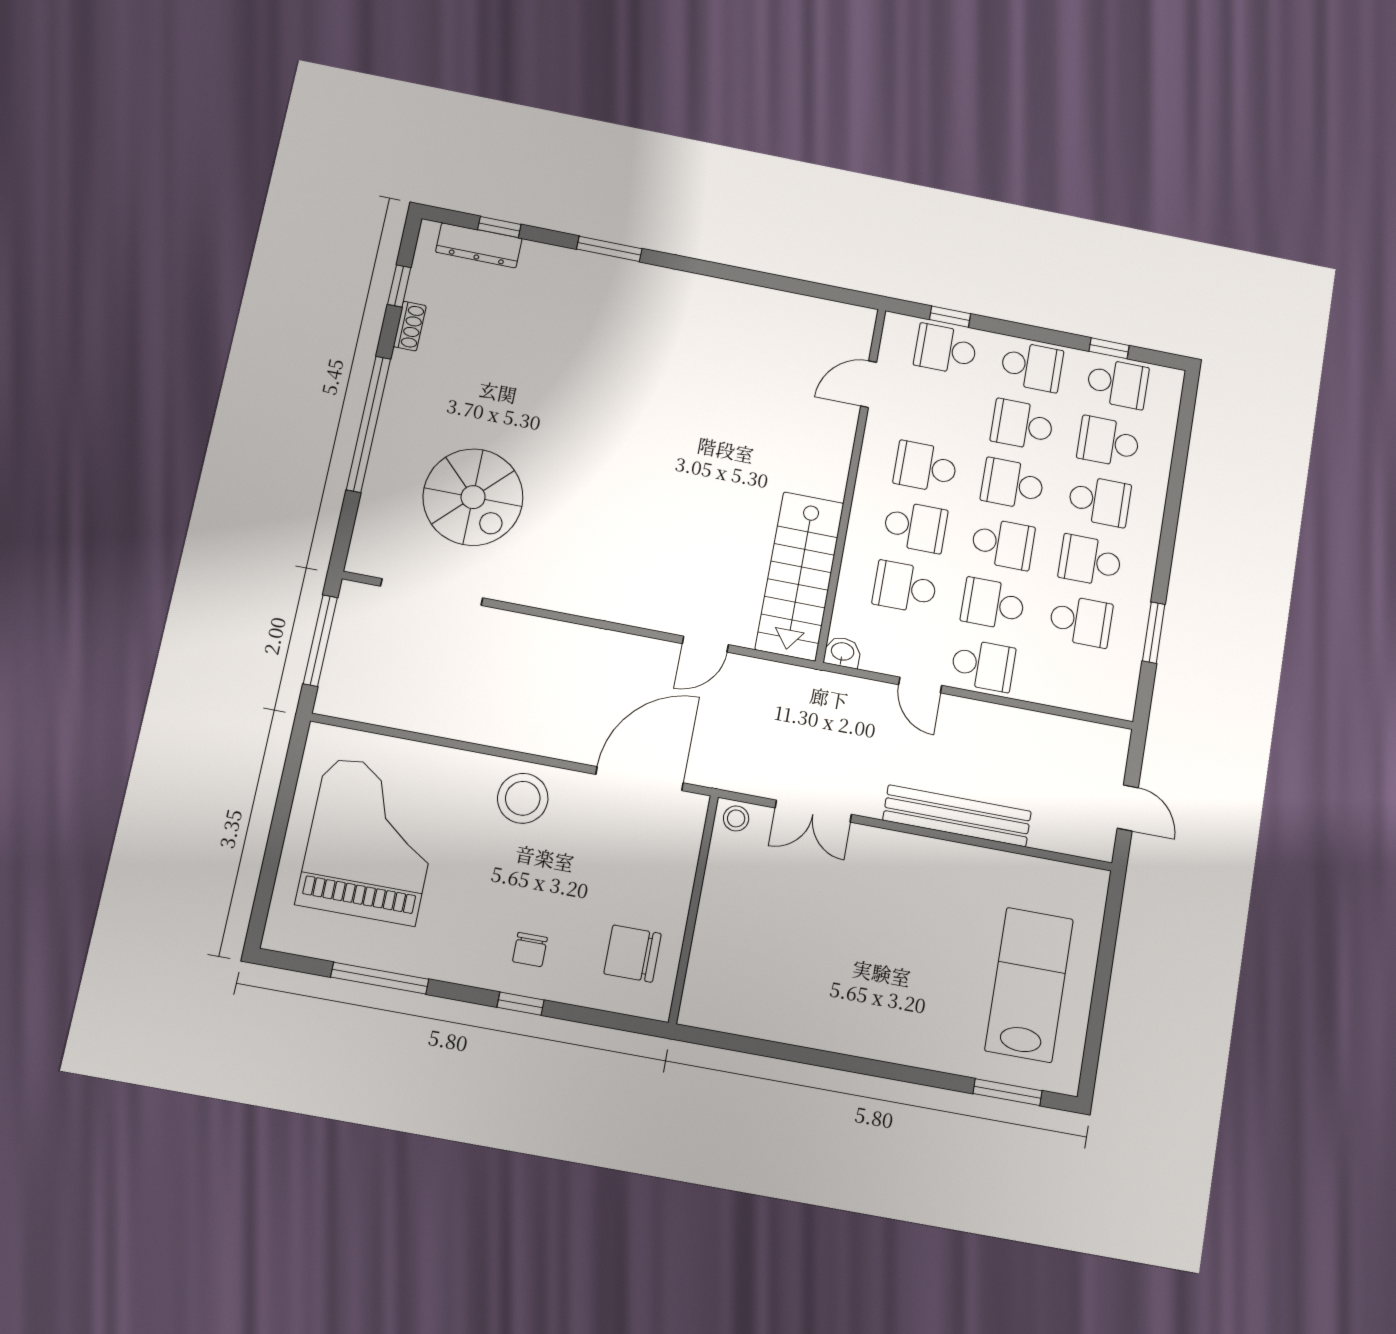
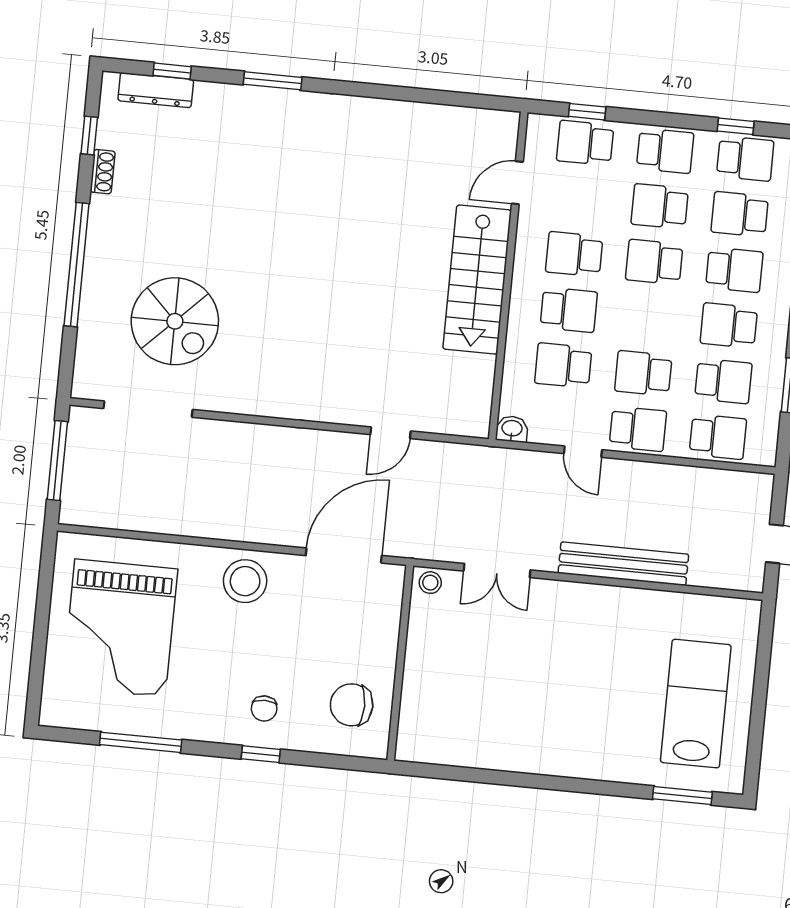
school desk: (1003, 544) -> (718, 437), moved
stairs: (800, 576) -> (477, 280), moved
grand piano: (371, 841) -> (120, 628), turned 180

